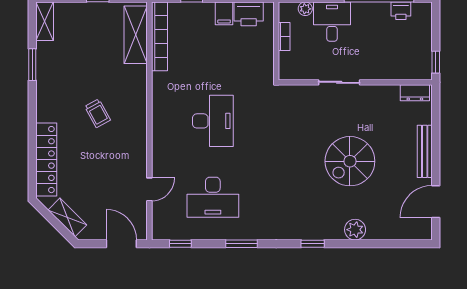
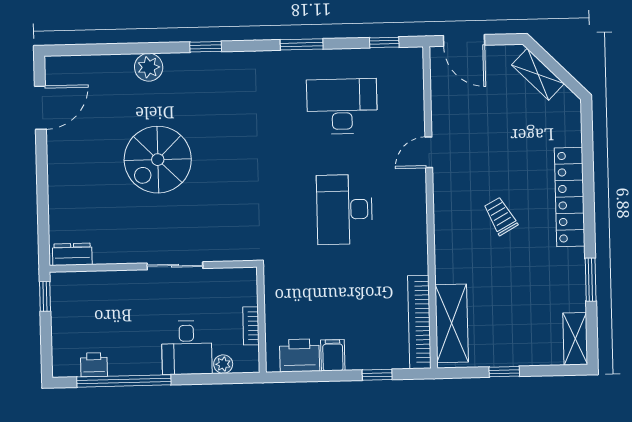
bench: (425, 151) -> (57, 175), removed
locker: (46, 160) -> (570, 197), moved
spiral stairs: (350, 161) -> (158, 160), turned 180
door: (149, 189) -> (429, 152), moved

